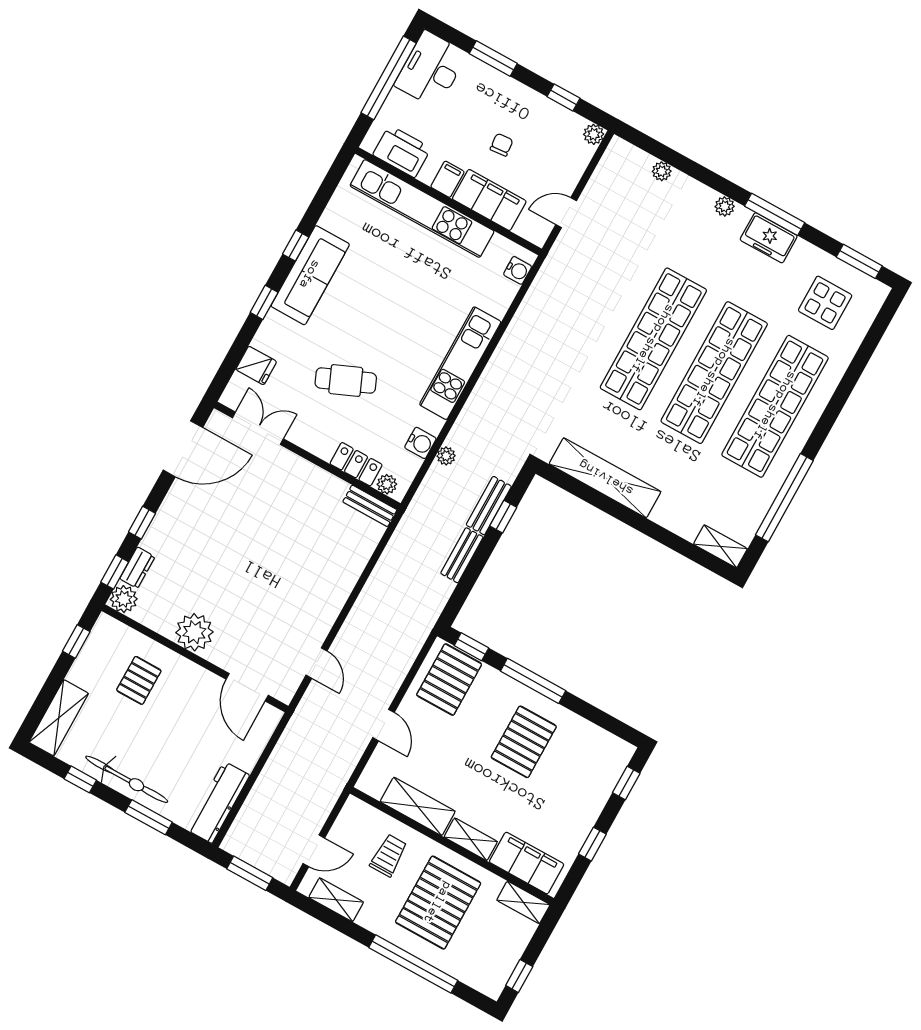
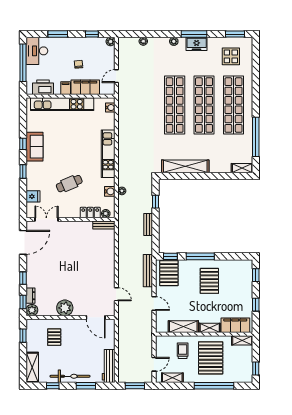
sofa: (310, 275) -> (34, 147), width x0.73
bench: (489, 506) -> (148, 271), moved, width x1.36

